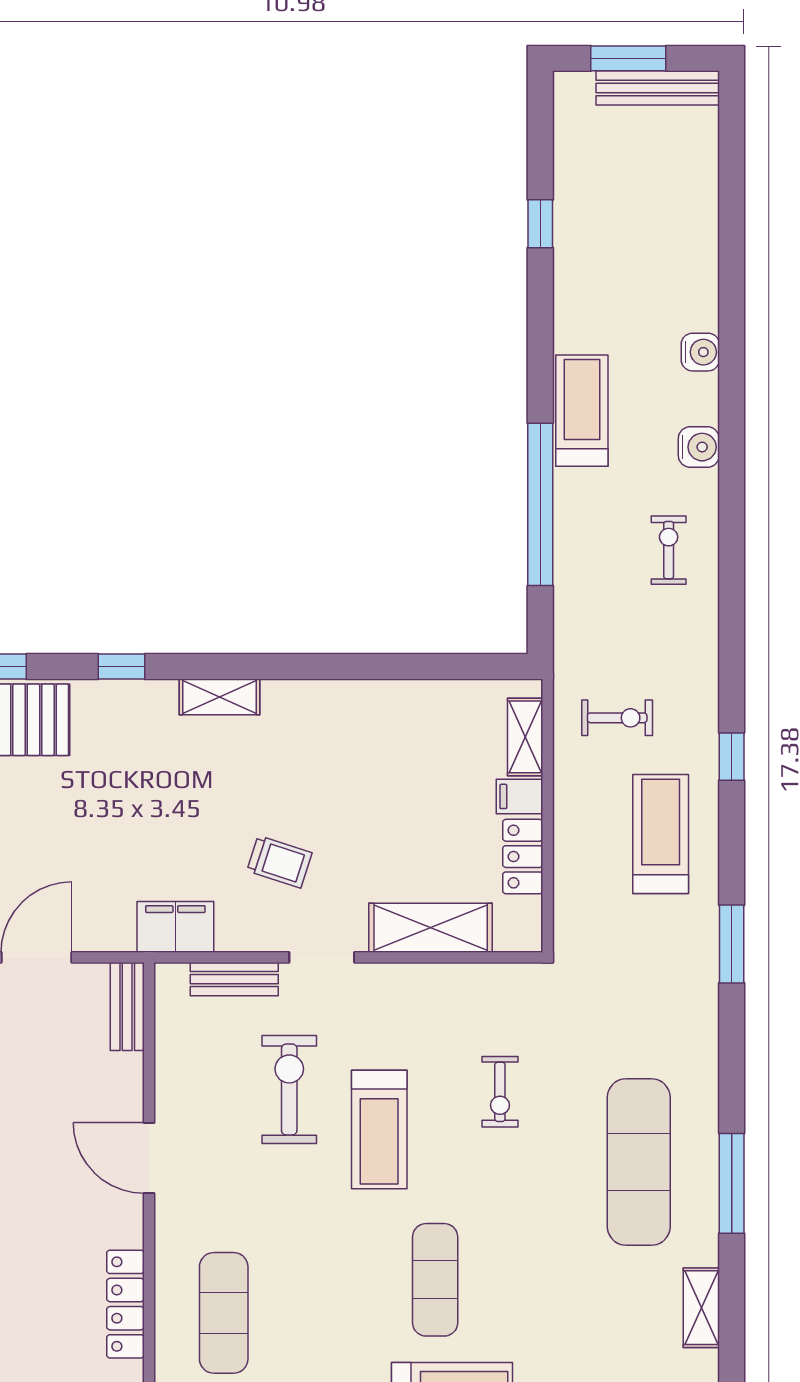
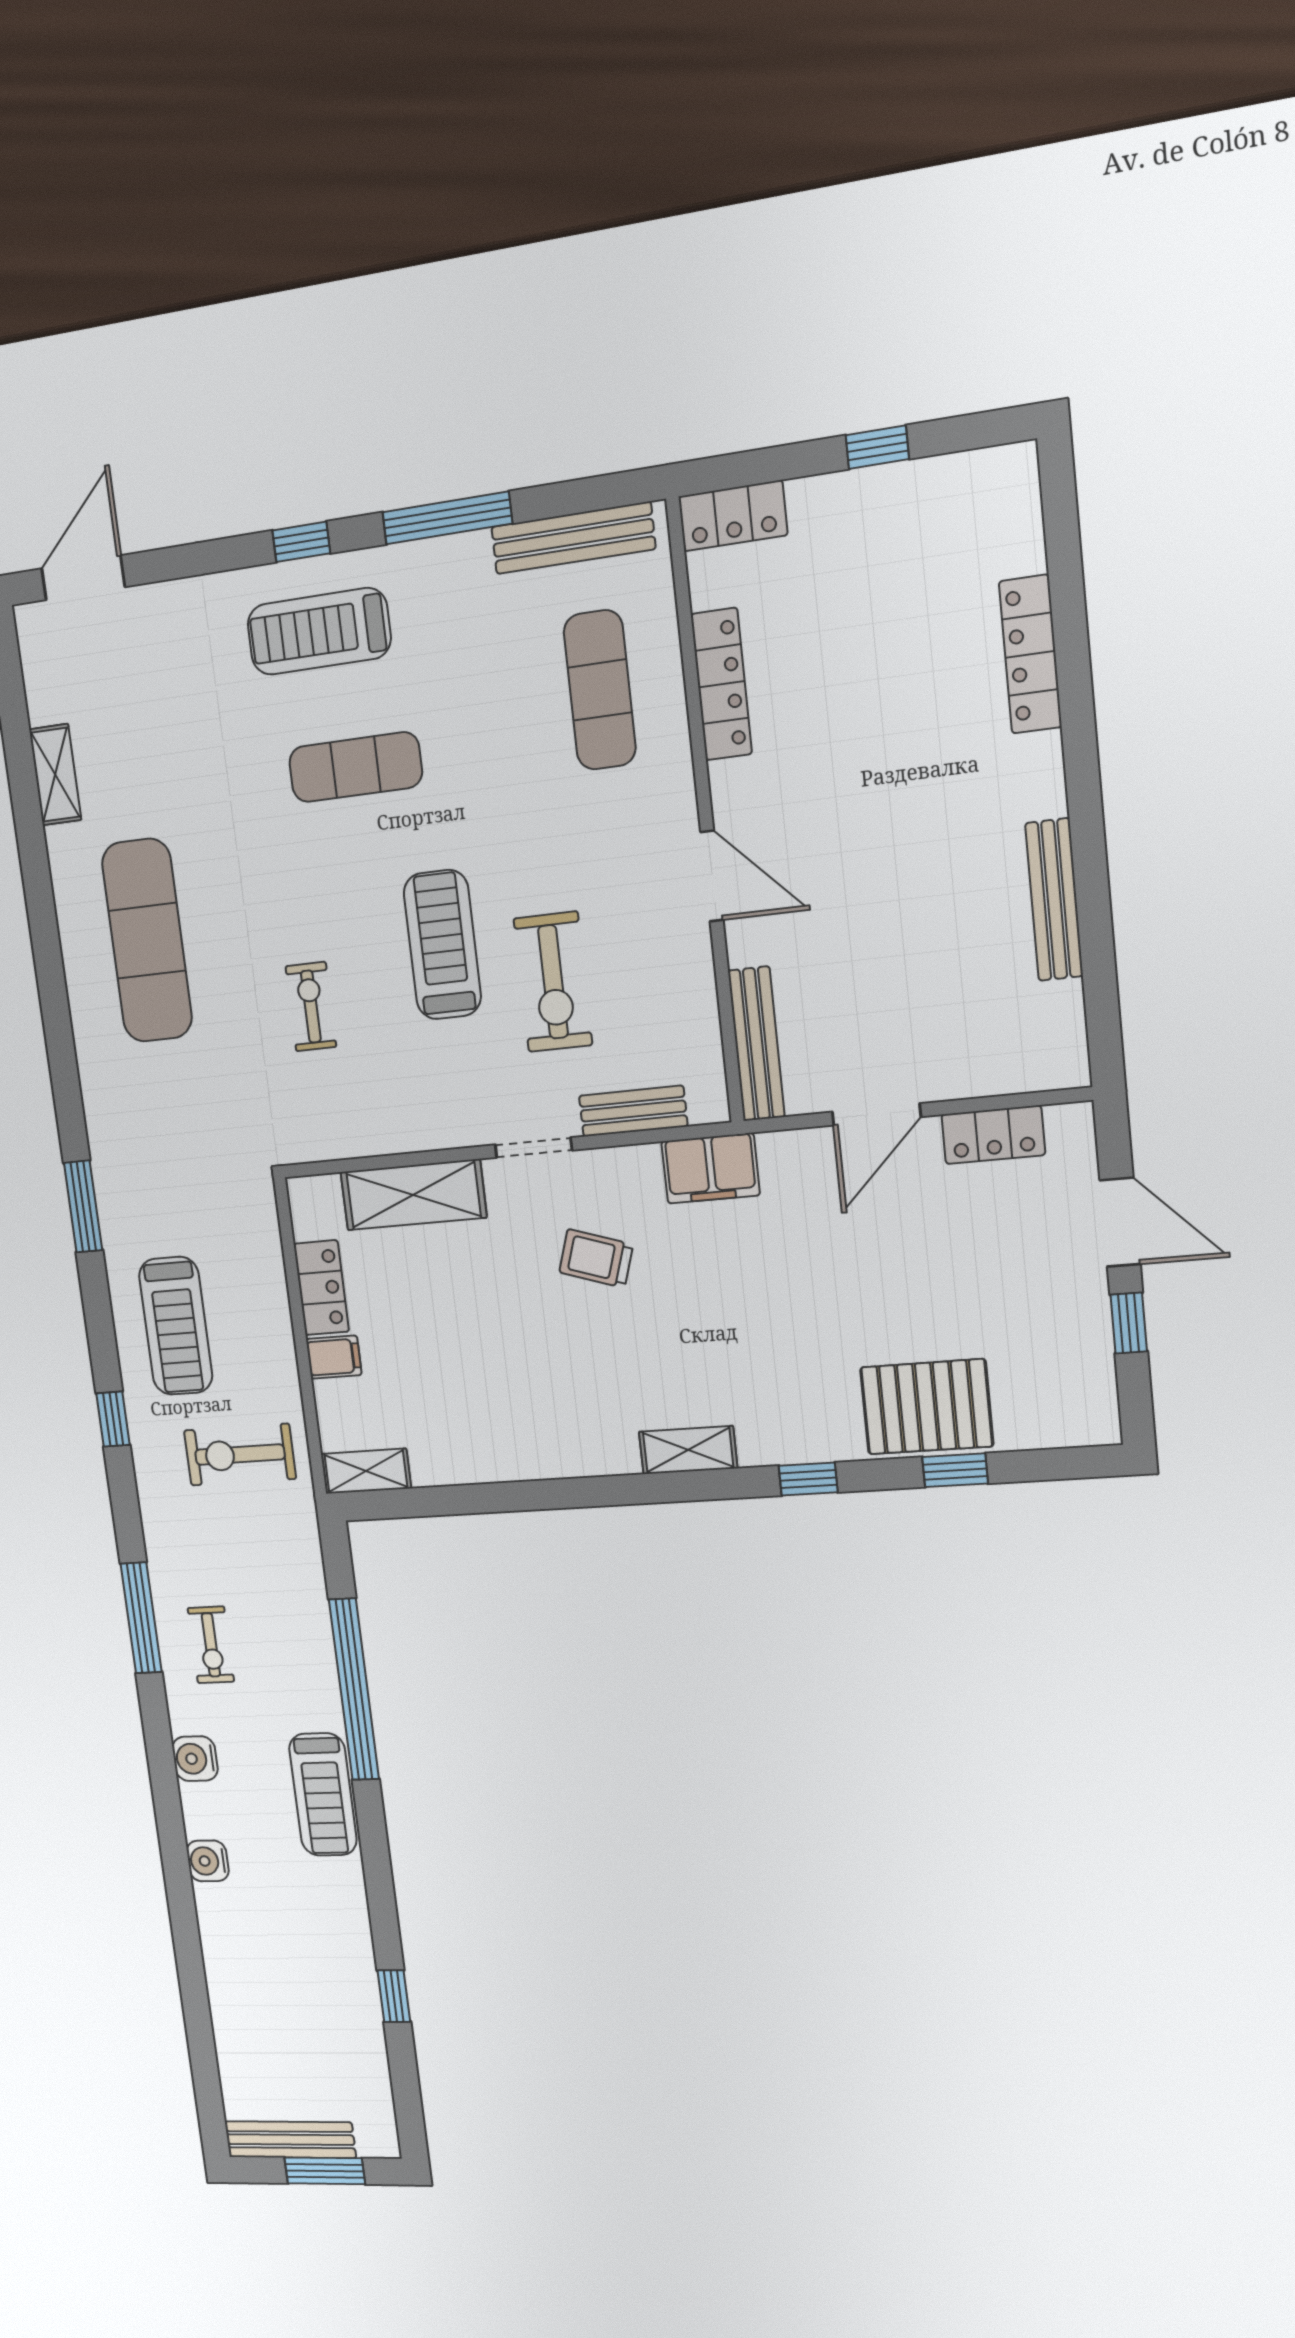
exercise bike: (617, 718) -> (240, 1455), width x1.38, depth x1.39
shelving: (525, 737) -> (366, 1471), moved, turned 90
bench: (127, 1007) -> (756, 1044), width x1.36
window: (732, 1183) -> (141, 1618), moved
exercise mat: (435, 1280) -> (355, 767), turned 90

